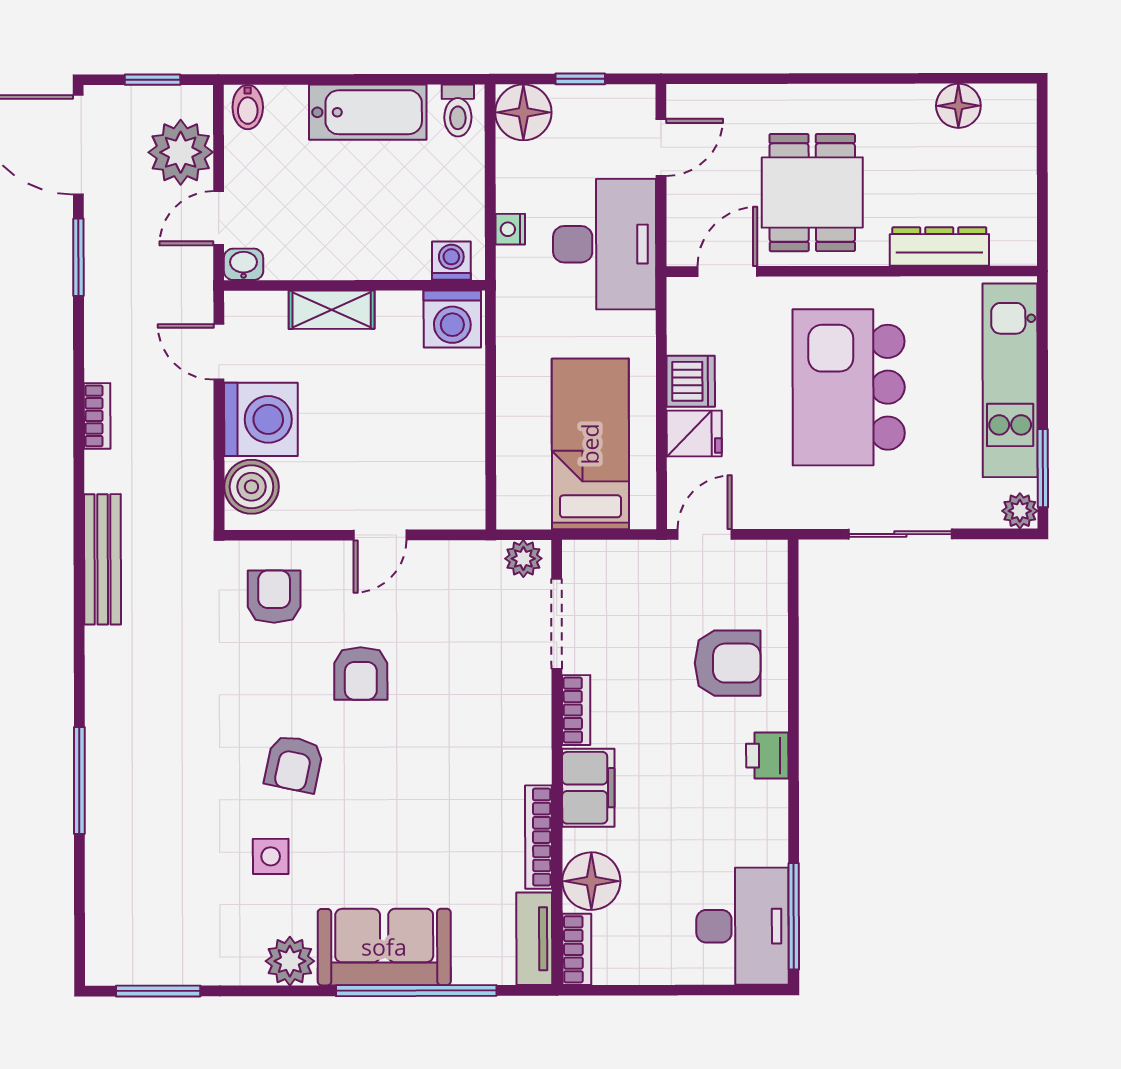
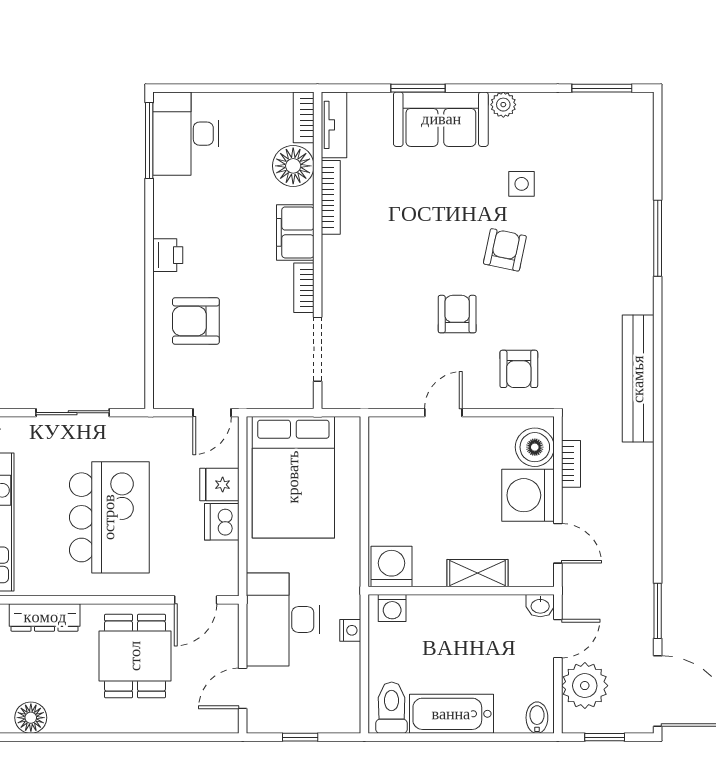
toilet: (458, 111) -> (392, 708), width x1.37, depth x1.39
floor lamp: (523, 112) -> (341, 714), removed
bookcase: (97, 416) -> (571, 464), moved, turned 180
bed: (590, 444) -> (293, 477), width x1.50
bench: (103, 559) -> (638, 379), width x1.37, depth x1.21
plant: (523, 559) -> (341, 396), removed
plant: (290, 961) -> (503, 105), width x0.73, depth x0.73
window: (416, 991) -> (418, 88), width x0.47

